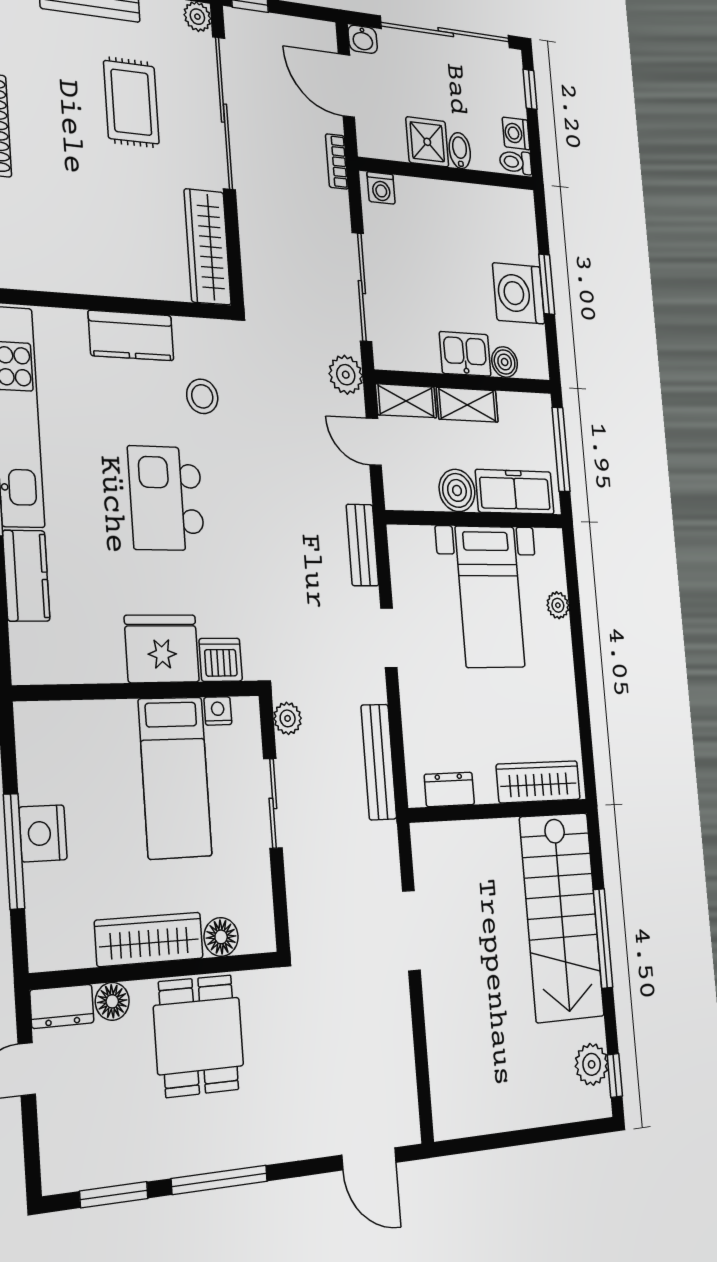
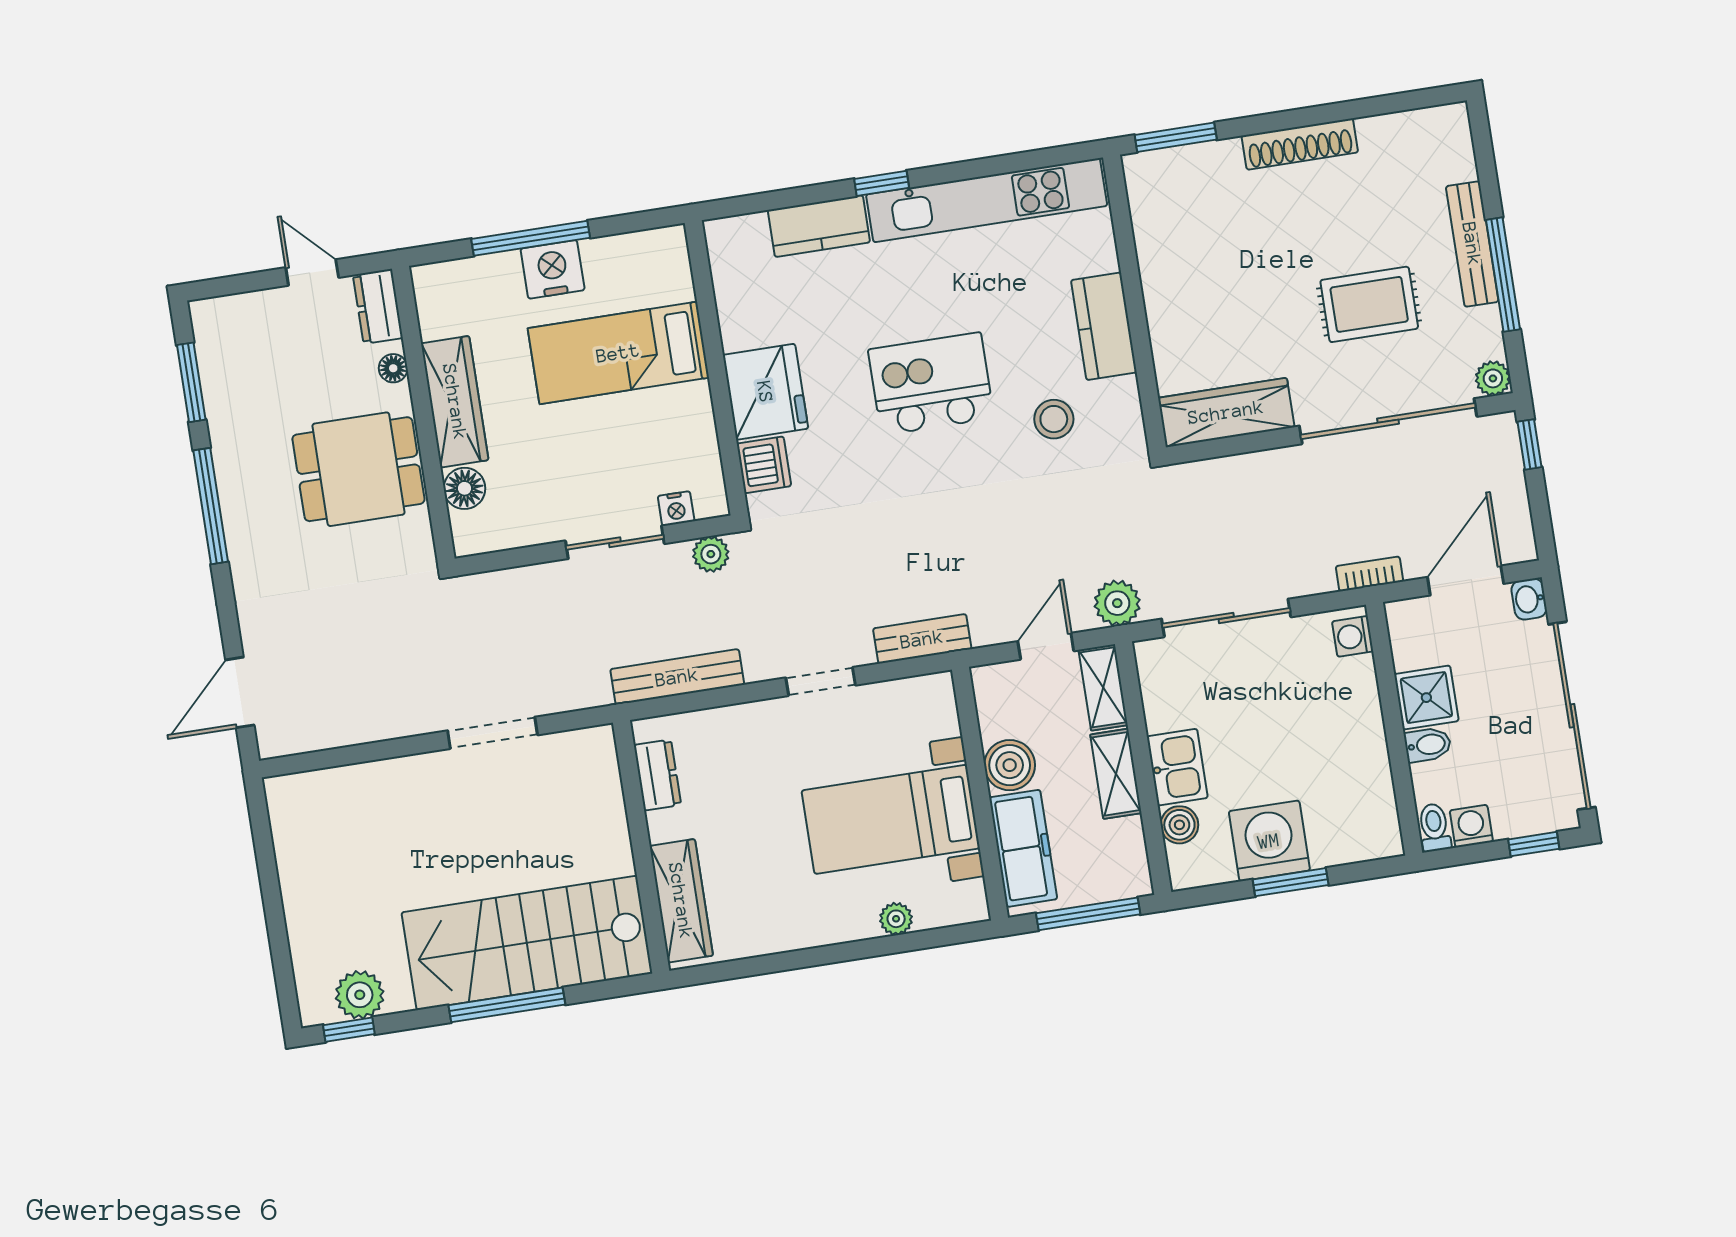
nightstand: (218, 711) -> (676, 509), moved, turned 90
bed: (175, 778) -> (618, 353), moved
floor lamp: (112, 1001) -> (393, 368), width x0.73, depth x0.73

